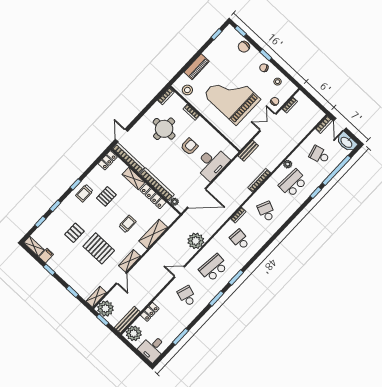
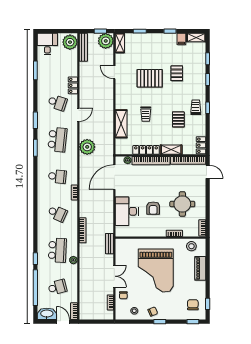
chair: (244, 47) -> (193, 305), moved
grand piano: (232, 97) -> (156, 270), turned 90
shelving: (129, 261) -> (120, 90), removed
locker: (150, 312) -> (73, 85), moved

